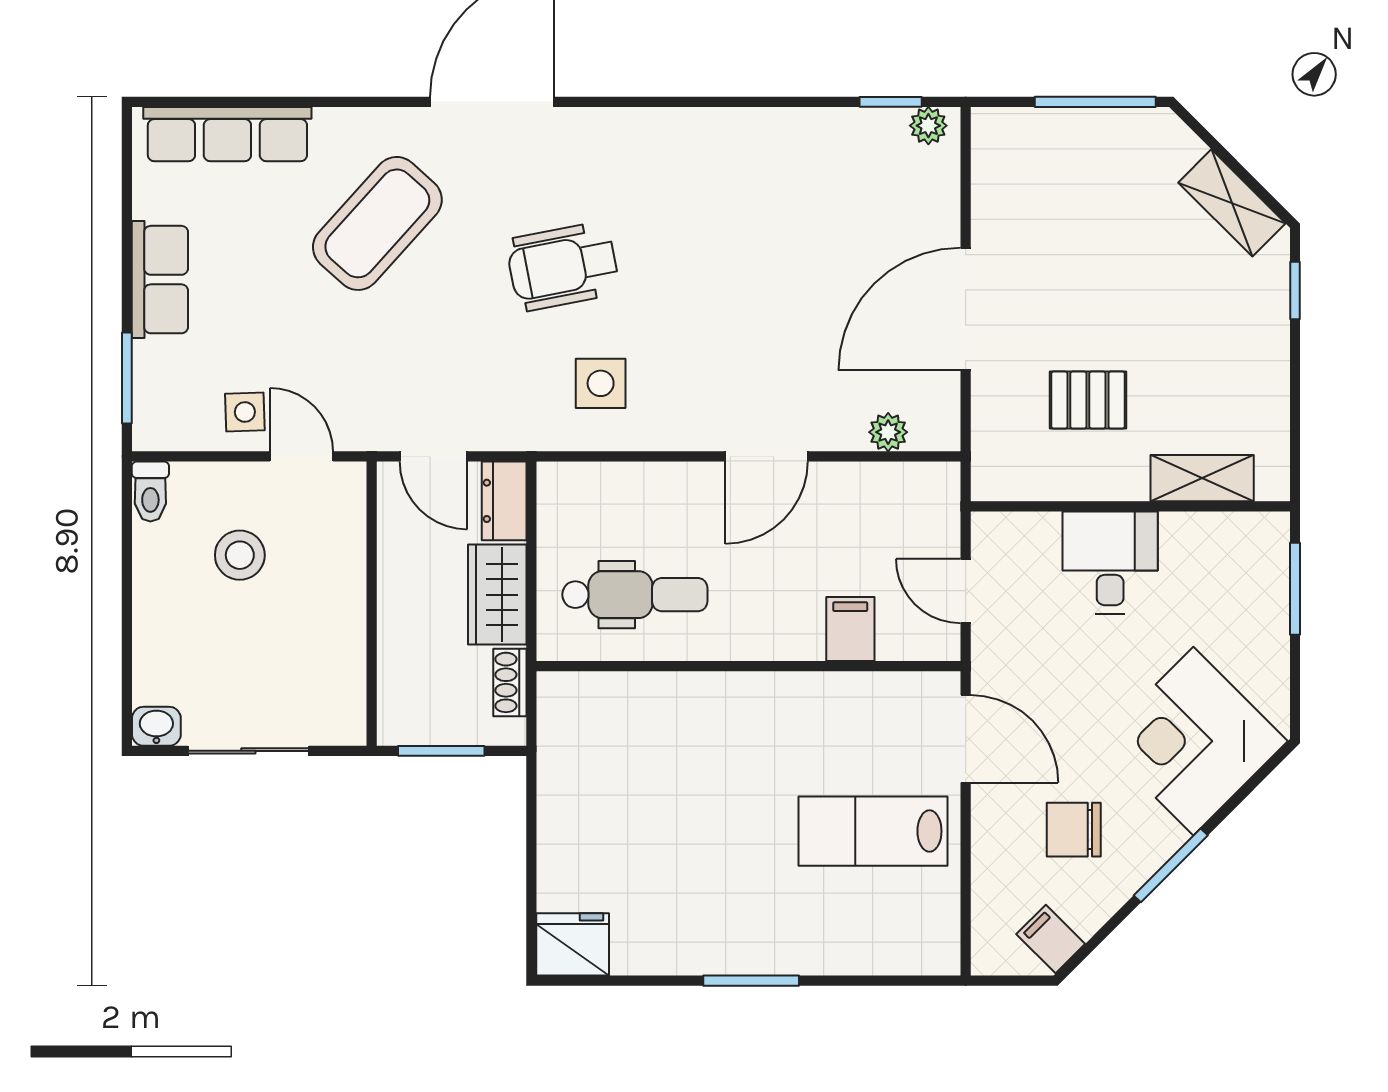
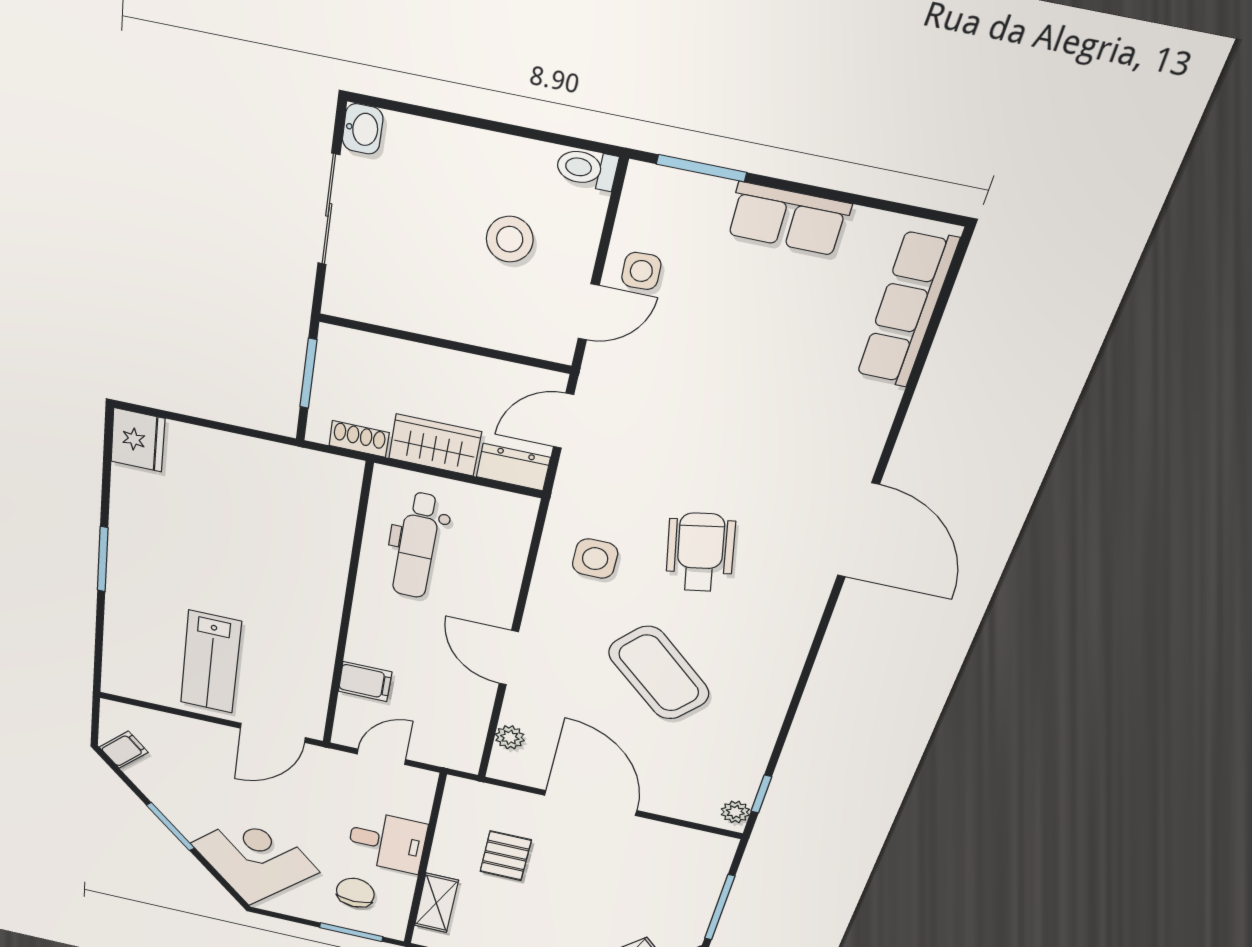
coffee table: (377, 223) -> (659, 673), moved
chair: (1074, 830) -> (355, 893), moved
lab bench: (873, 831) -> (211, 662), turned 180

